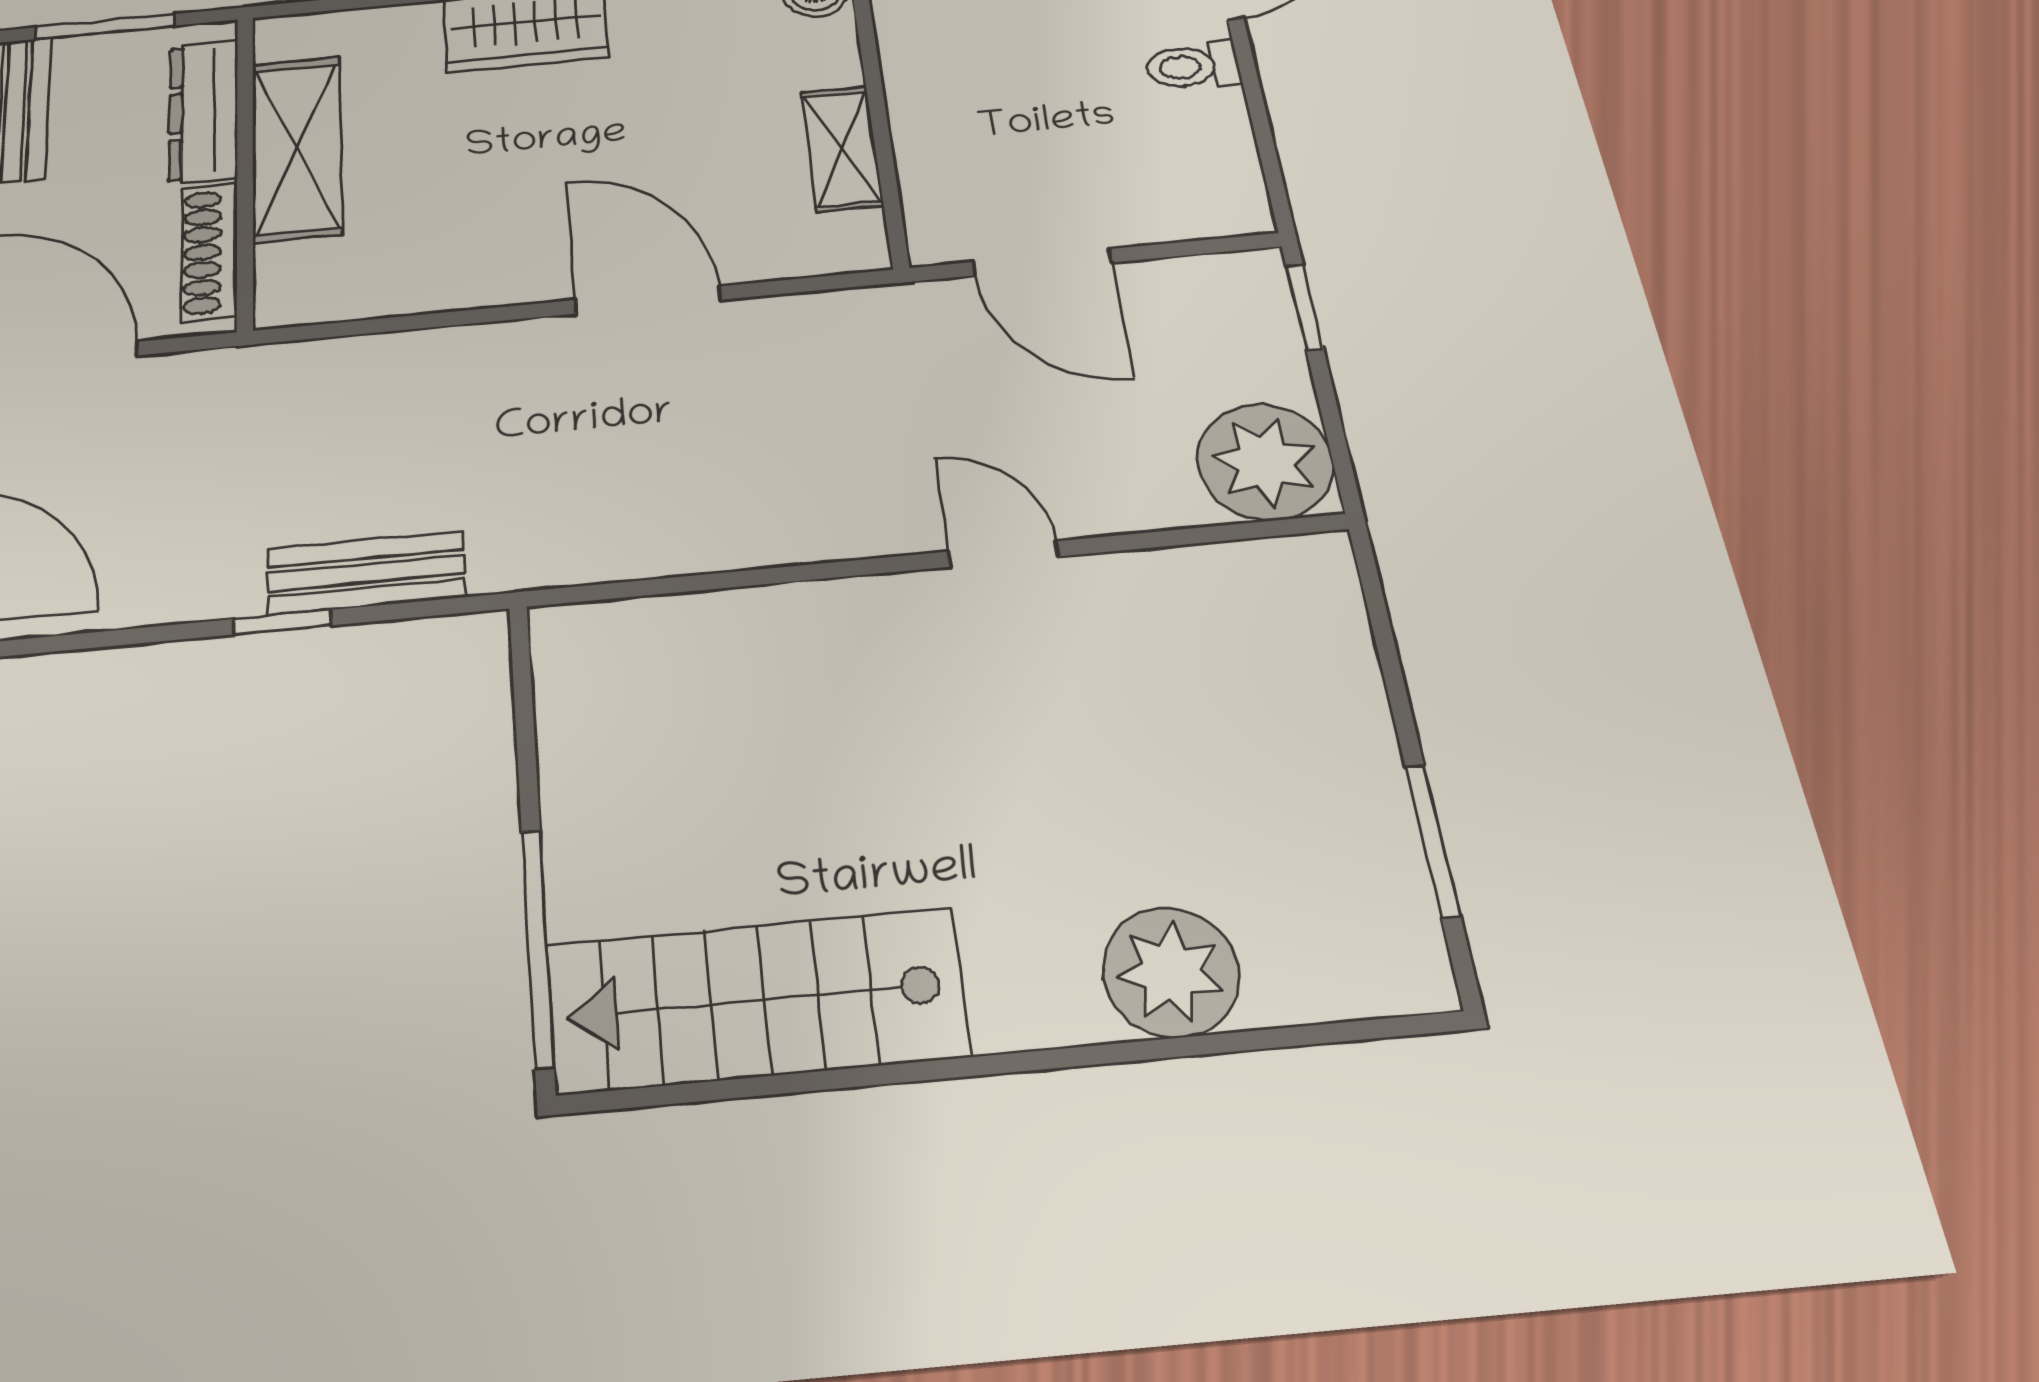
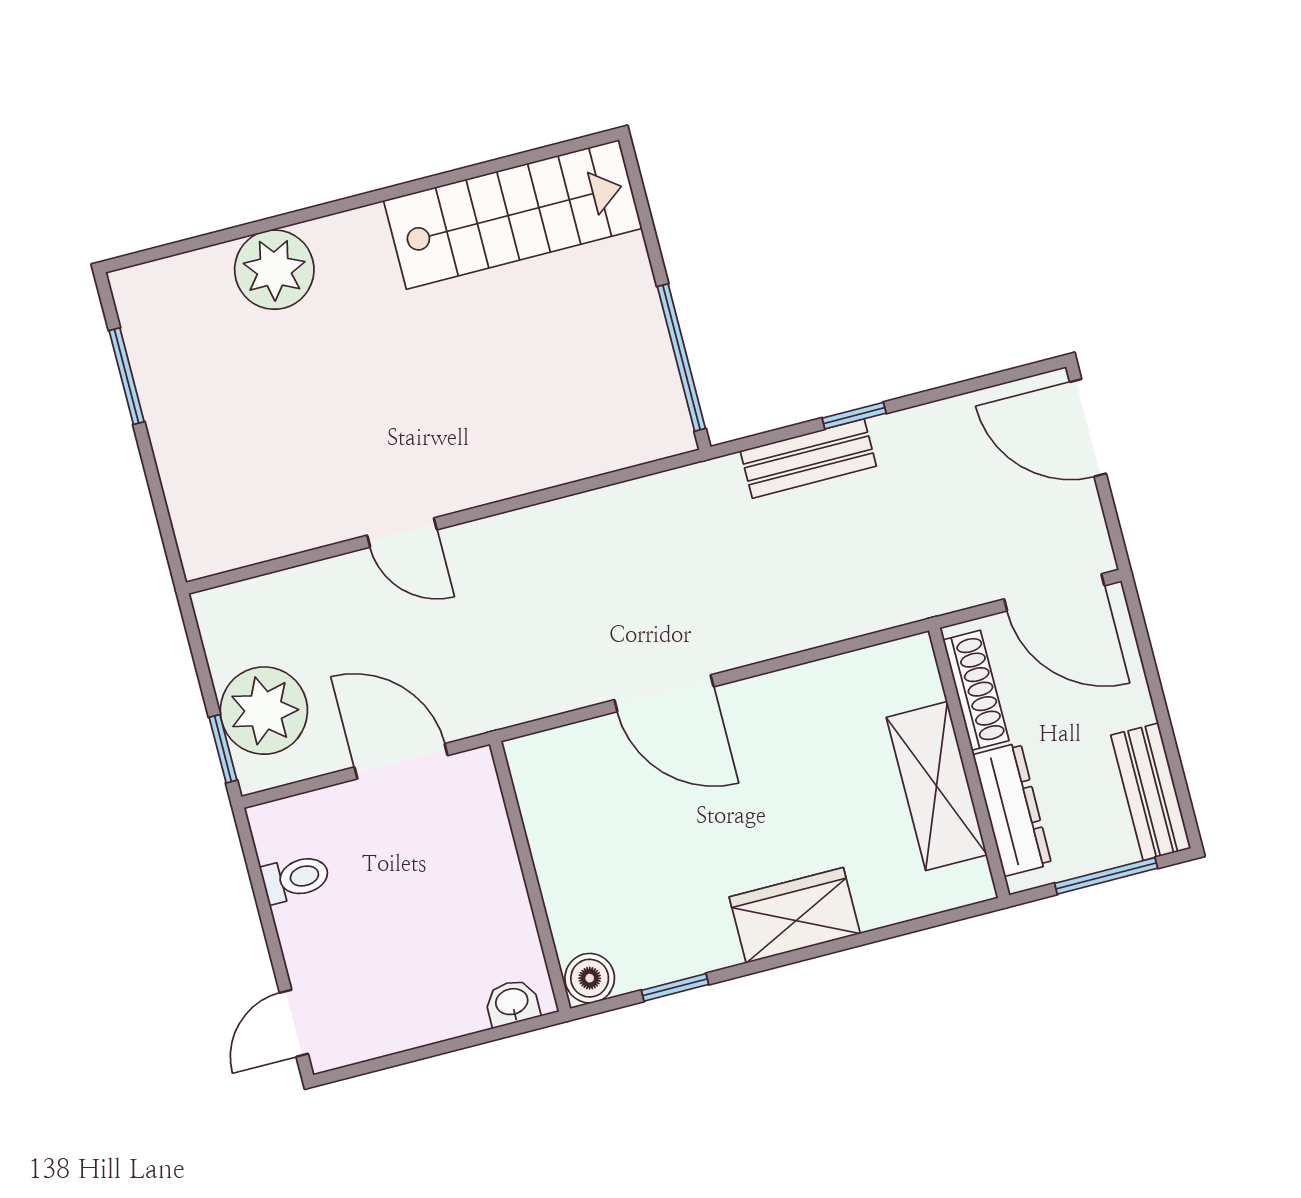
toilet: (1193, 66) -> (296, 878), moved
shelving: (842, 149) -> (550, 838), removed
plant: (1265, 462) -> (264, 711), moved
window: (538, 947) -> (681, 358), moved

